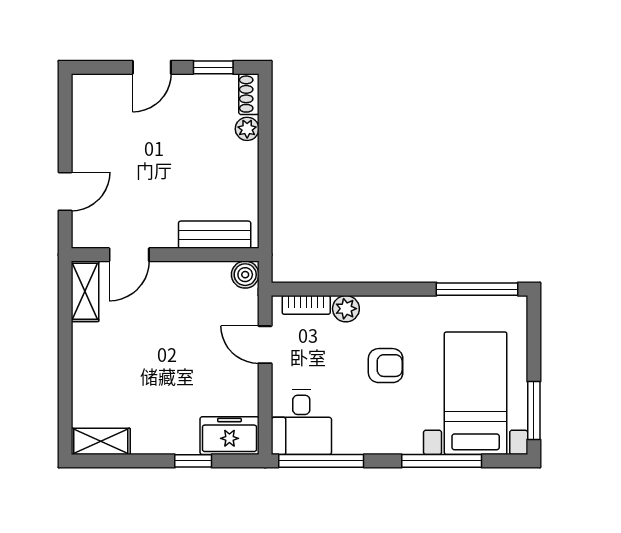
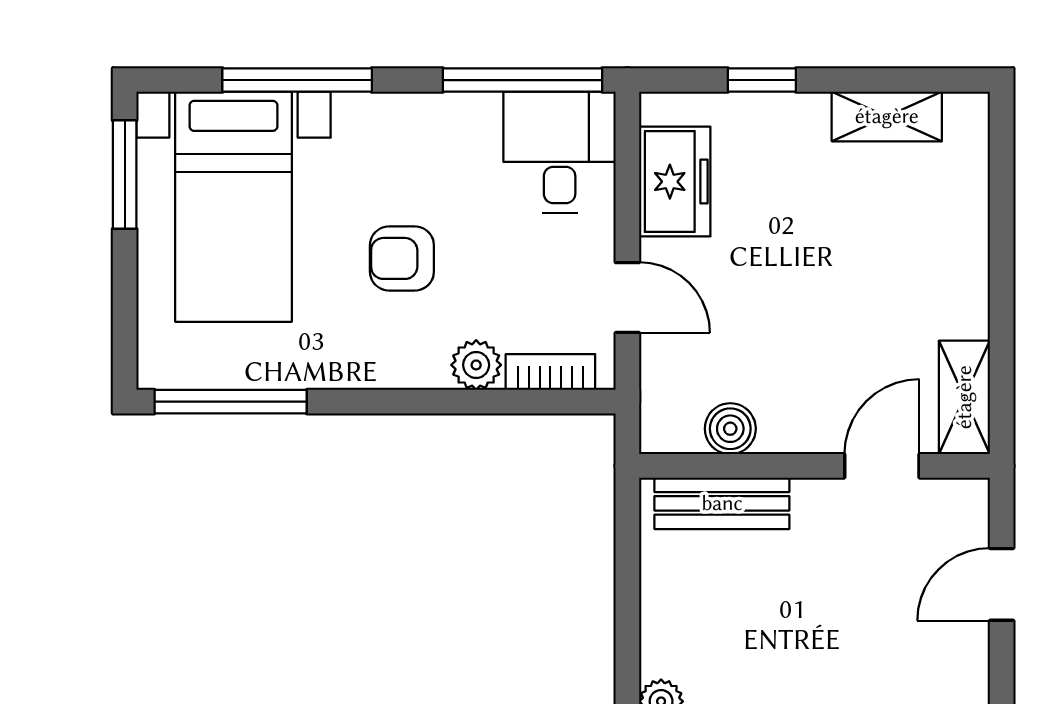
boiler: (245, 275) -> (730, 429), moved
freezer: (229, 436) -> (675, 182), moved, turned -90
shelving: (101, 441) -> (887, 116), moved

